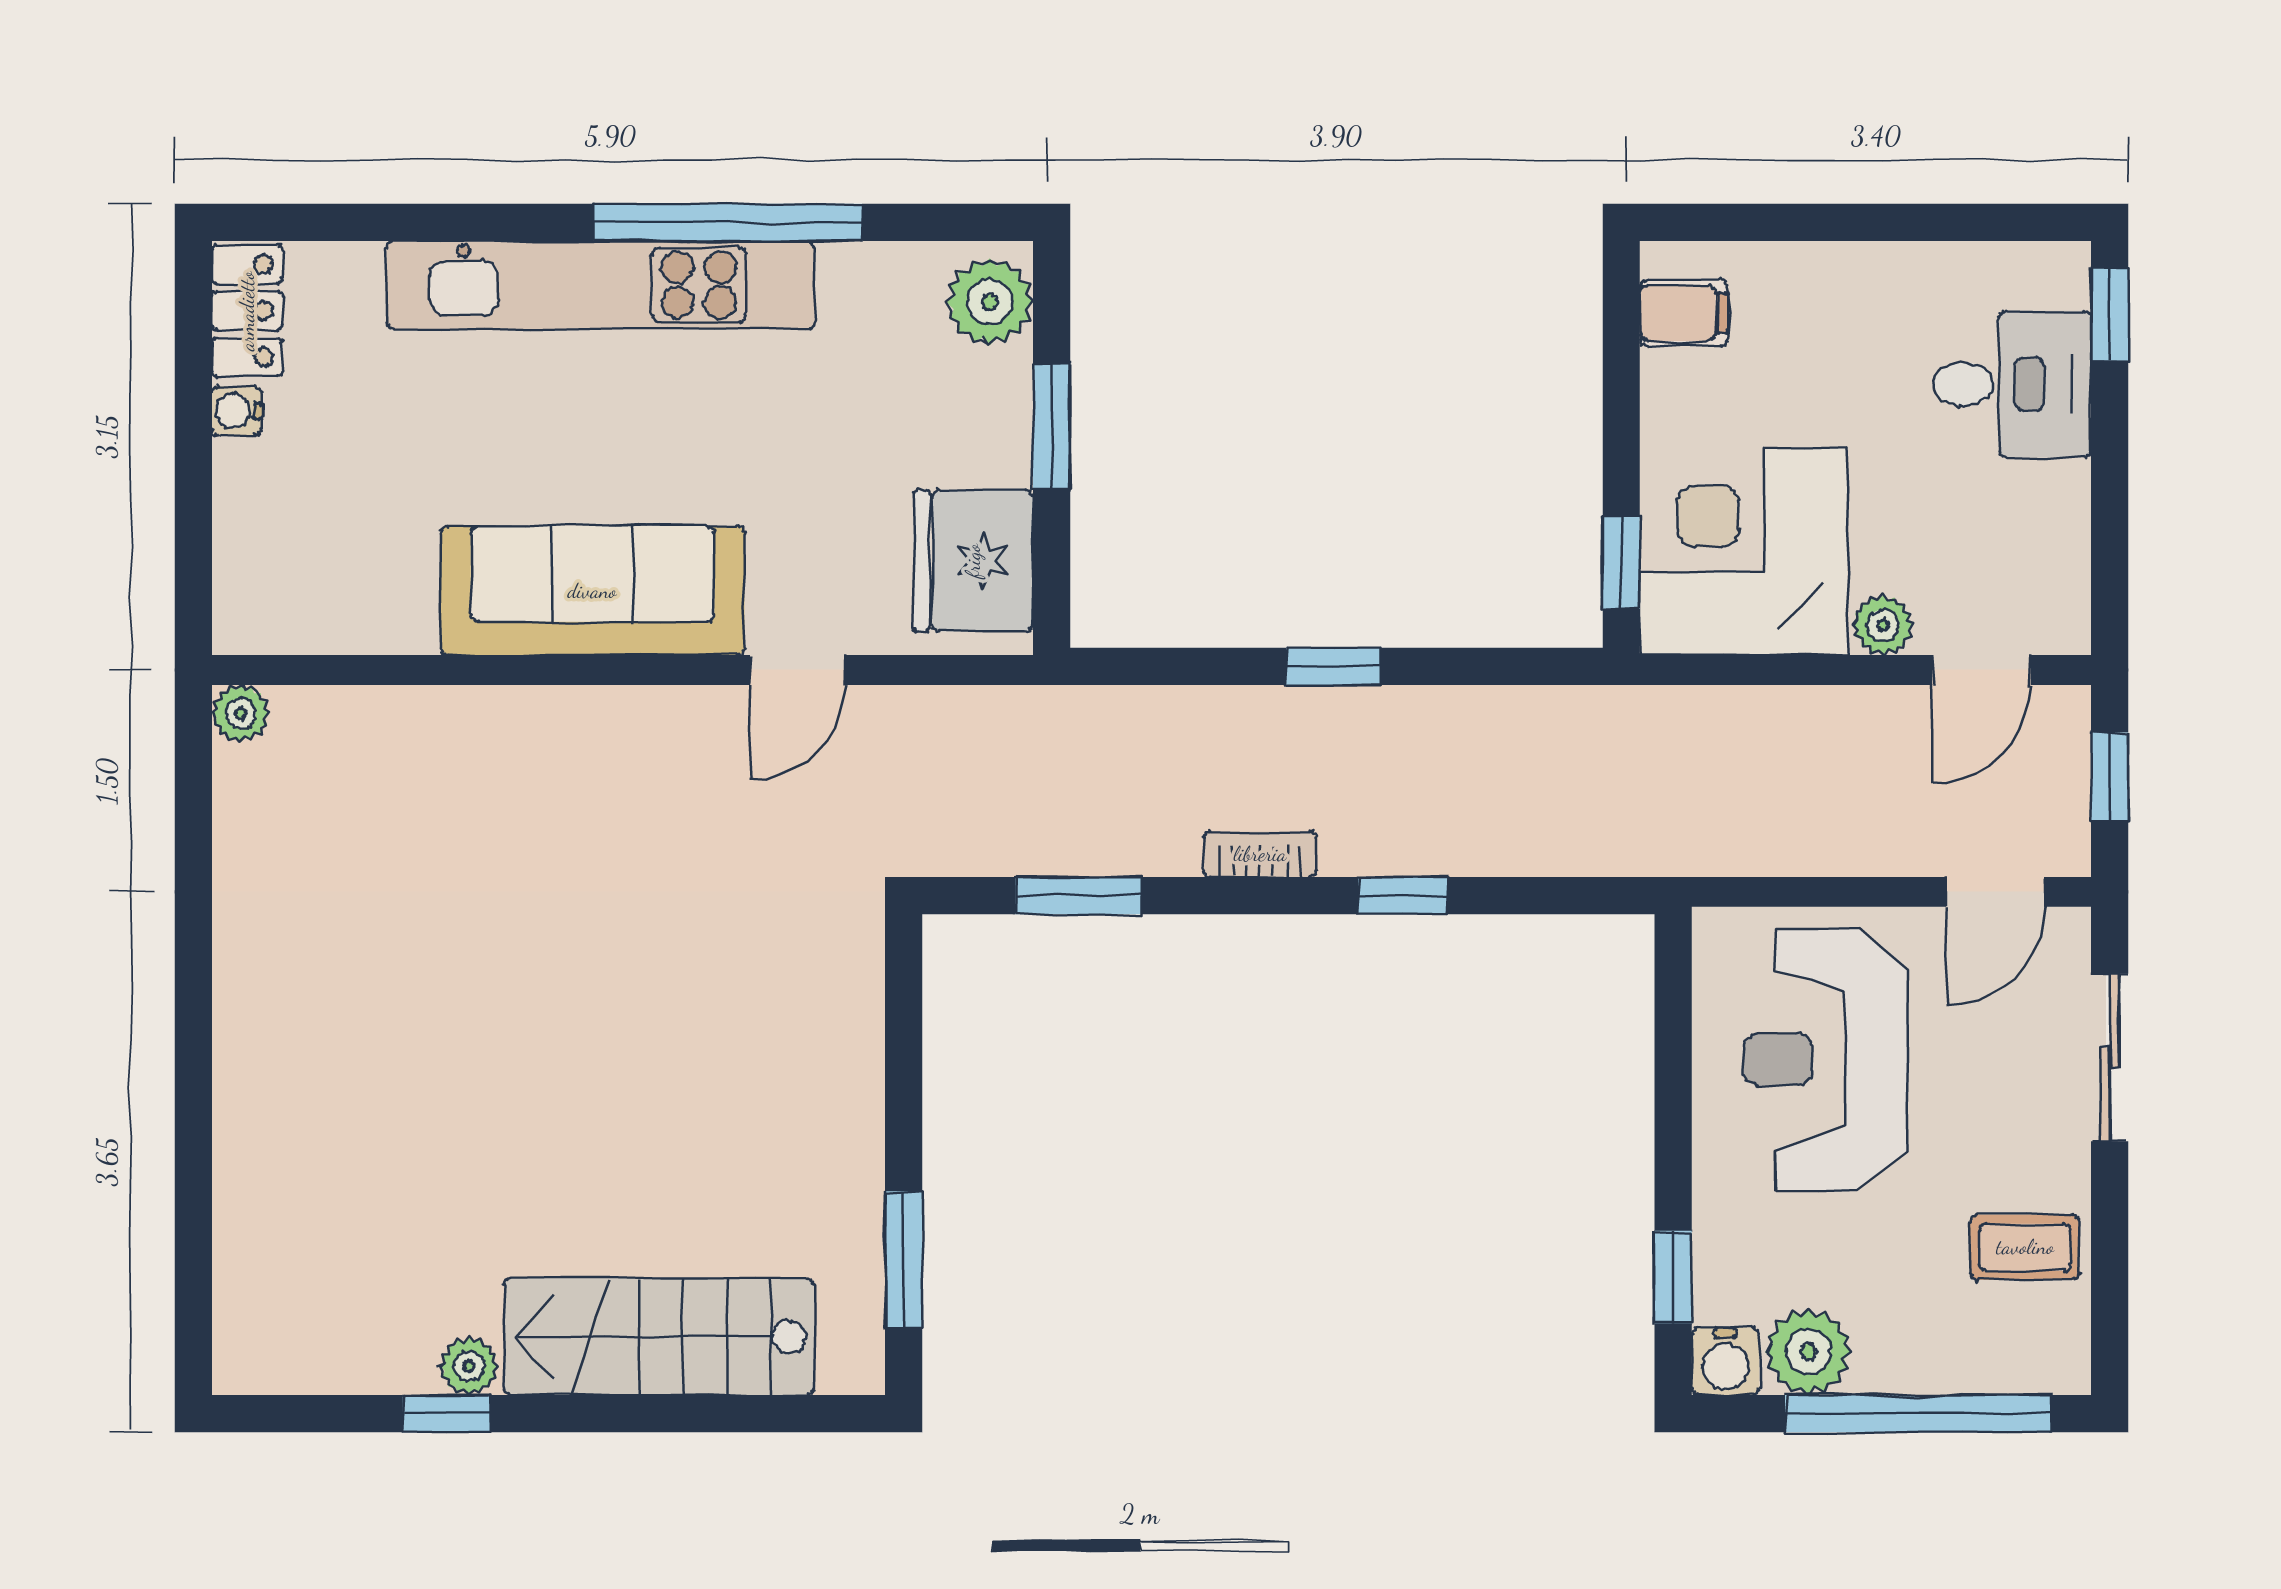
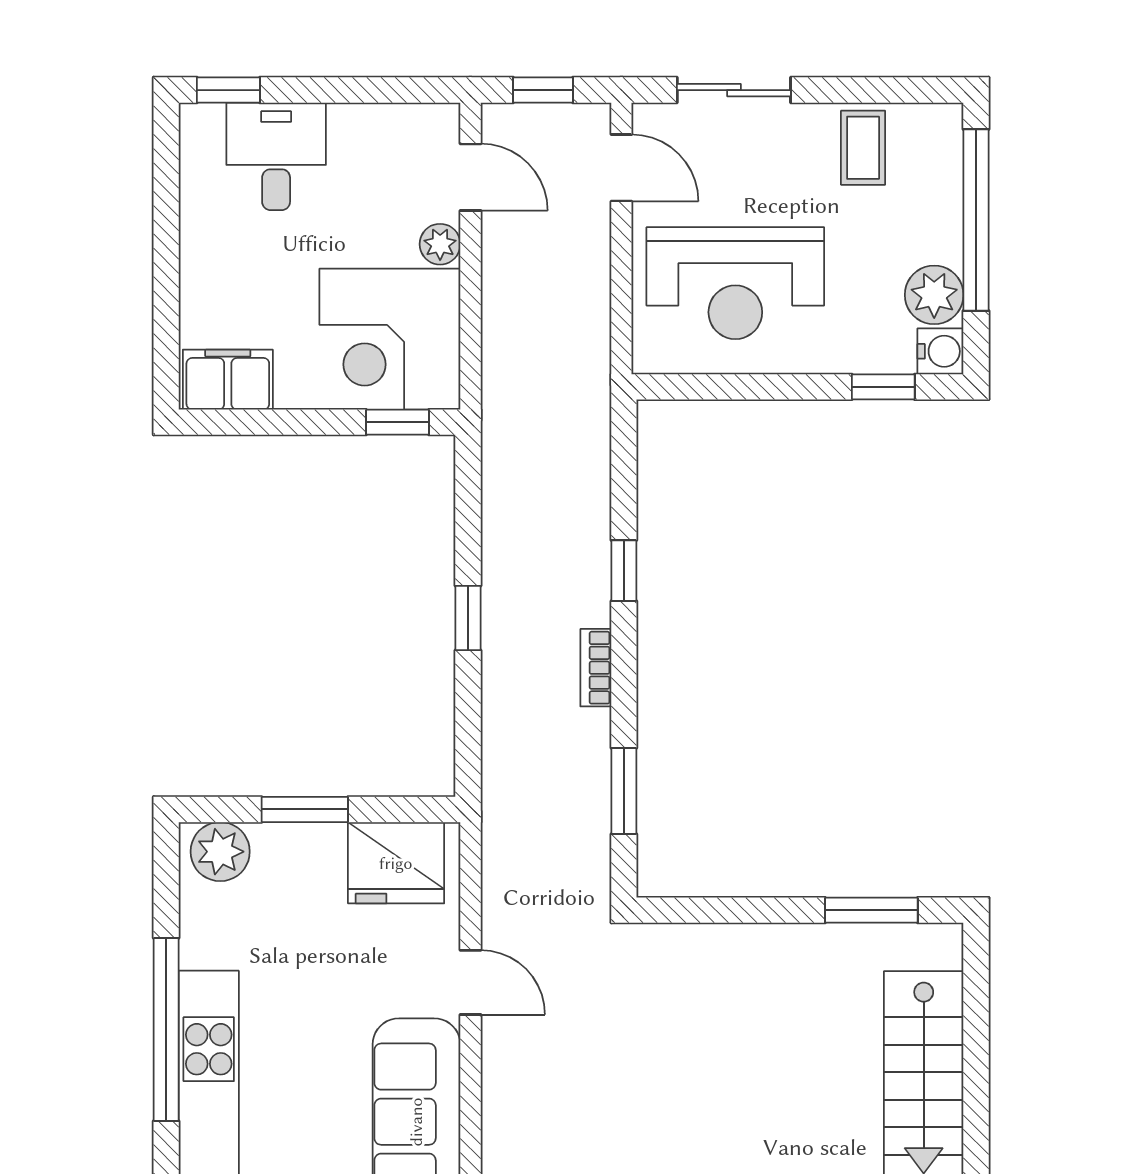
filing cabinet: (1684, 313) -> (228, 380), width x2.00

